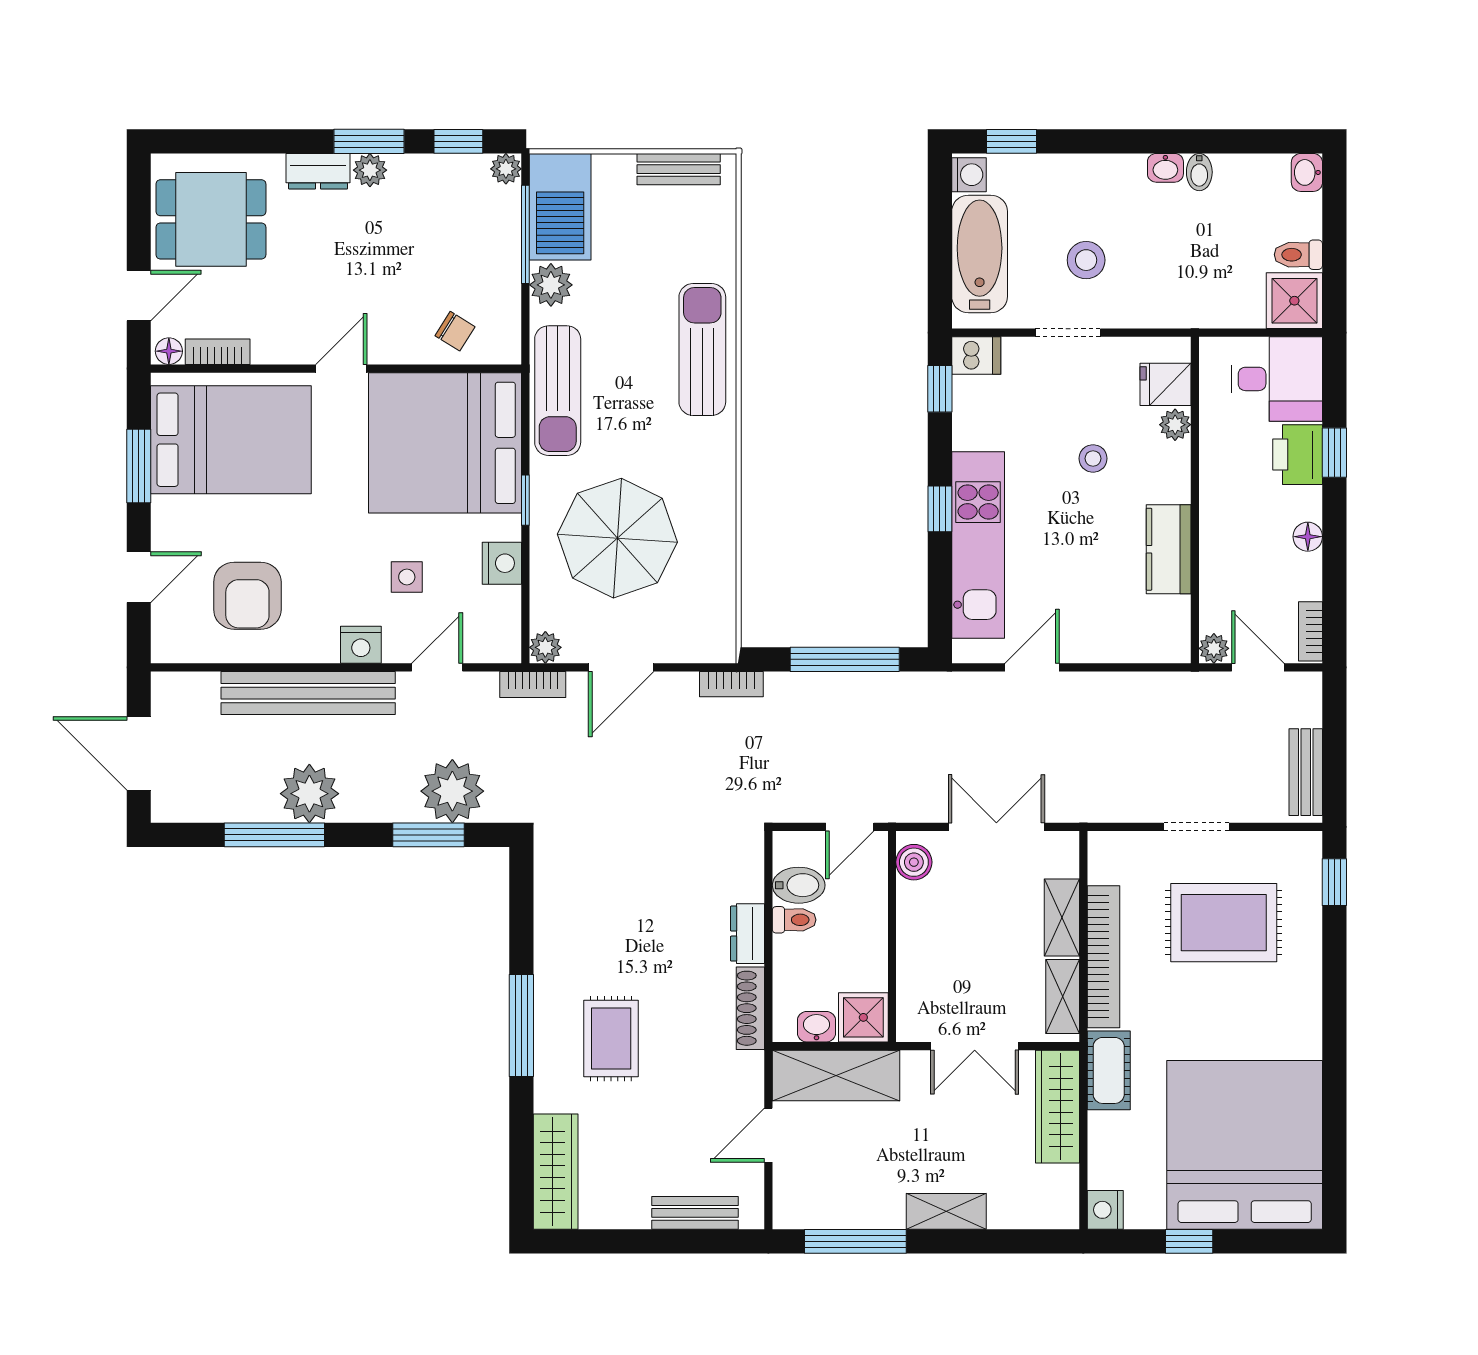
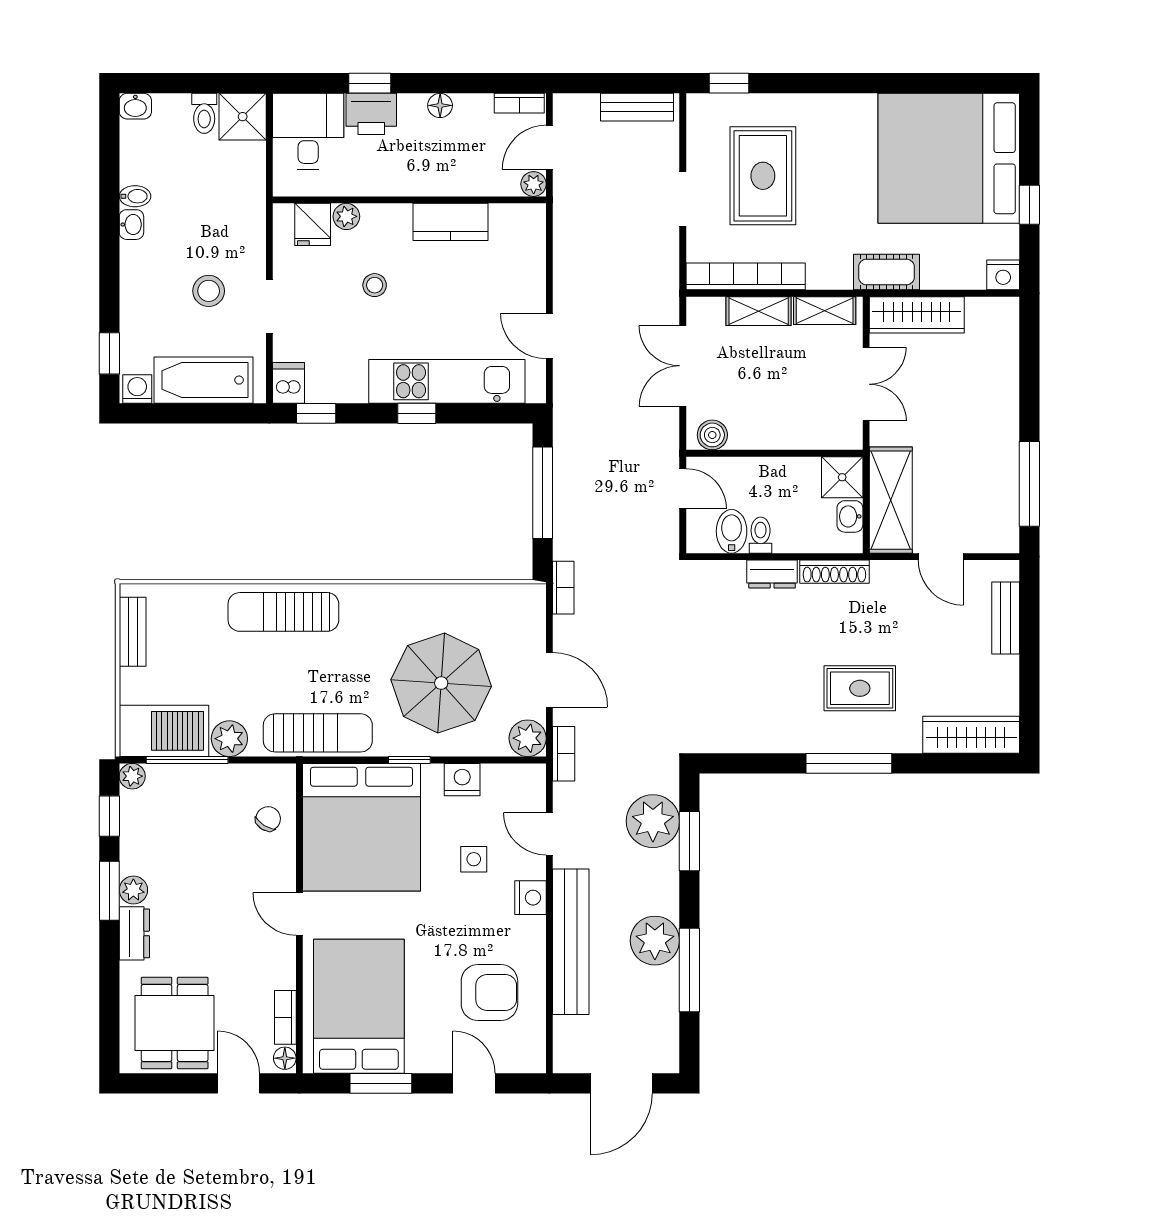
plant: (545, 647) -> (528, 738), width x1.38, depth x1.38
bookcase: (1103, 957) -> (746, 276), moved
shelving: (946, 1211) -> (1004, 408), removed

